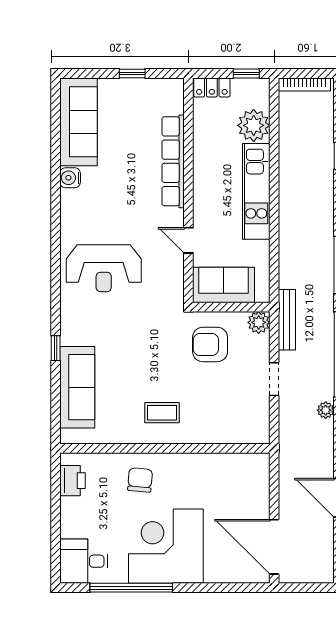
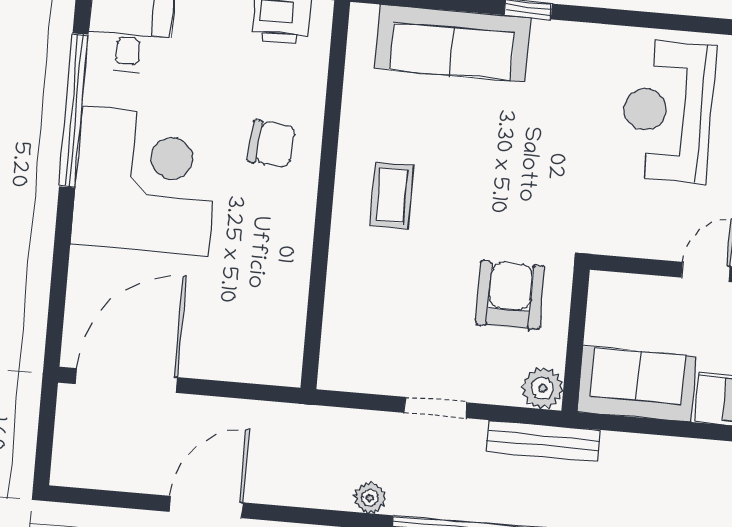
sofa: (224, 285) -> (637, 384), moved, turned -90

